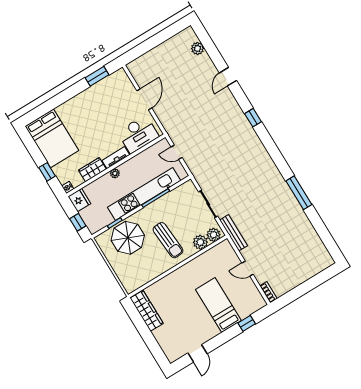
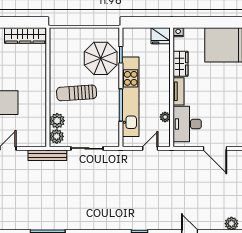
window: (47, 172) -> (203, 22), removed
plant: (115, 173) -> (165, 117), moved
window: (78, 222) -> (142, 22), removed

